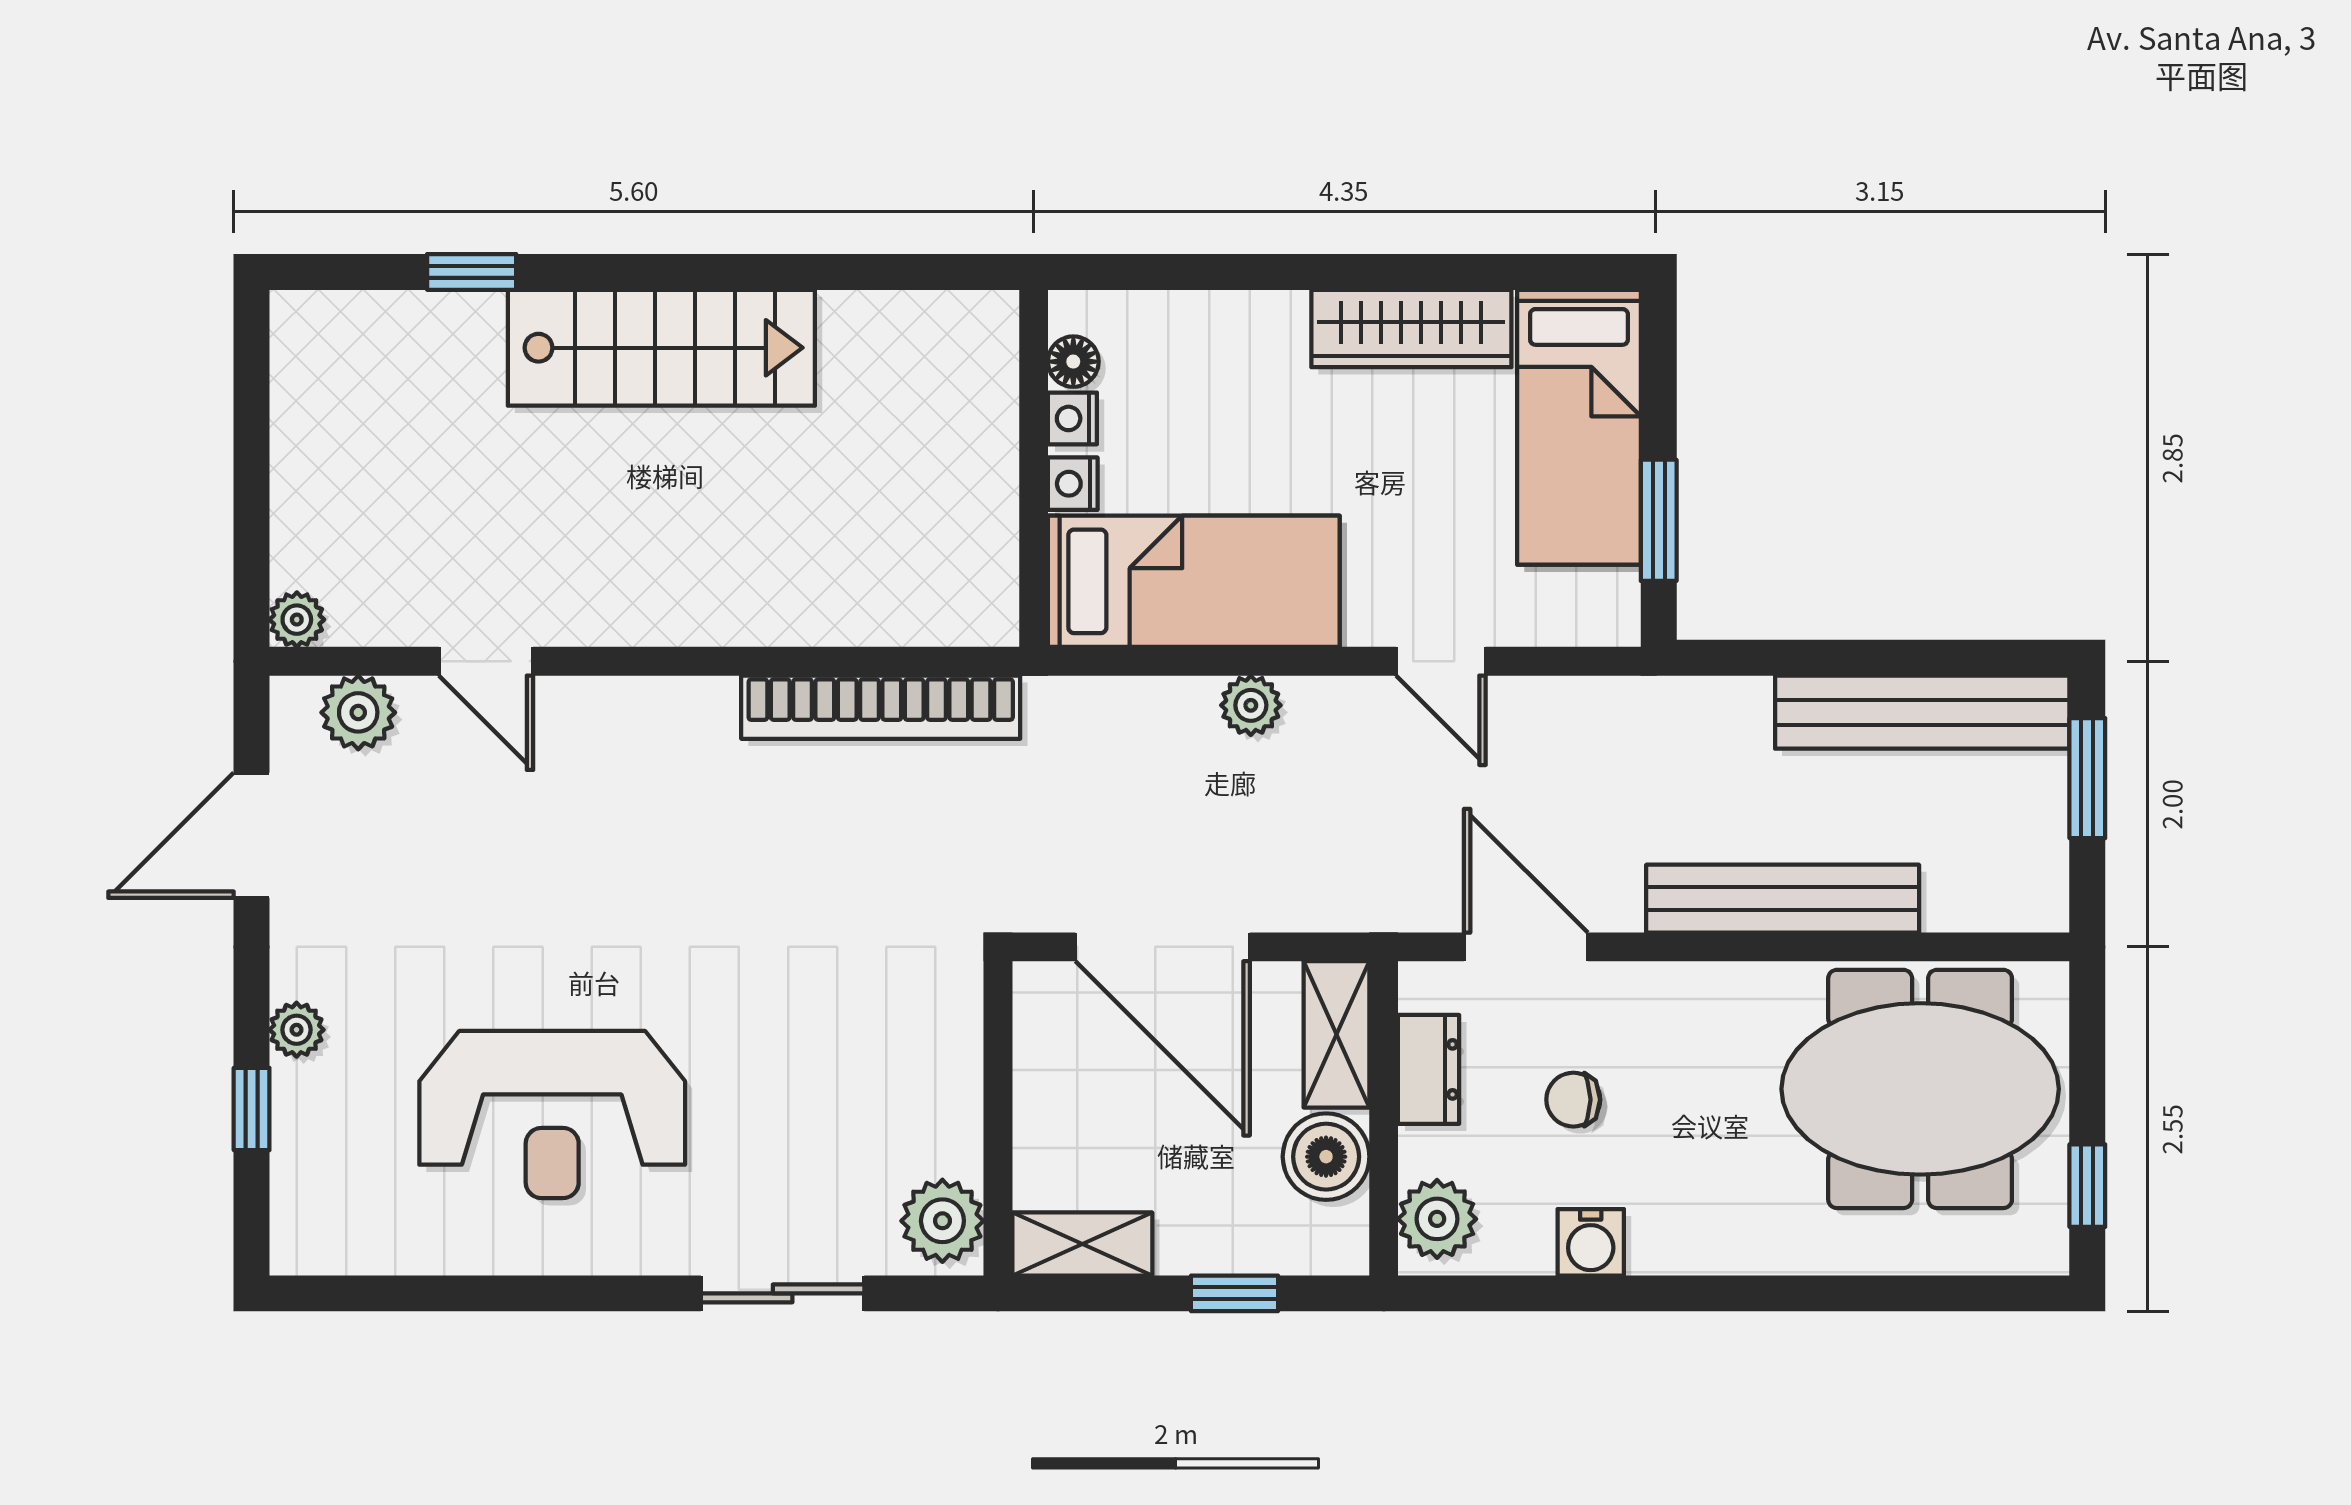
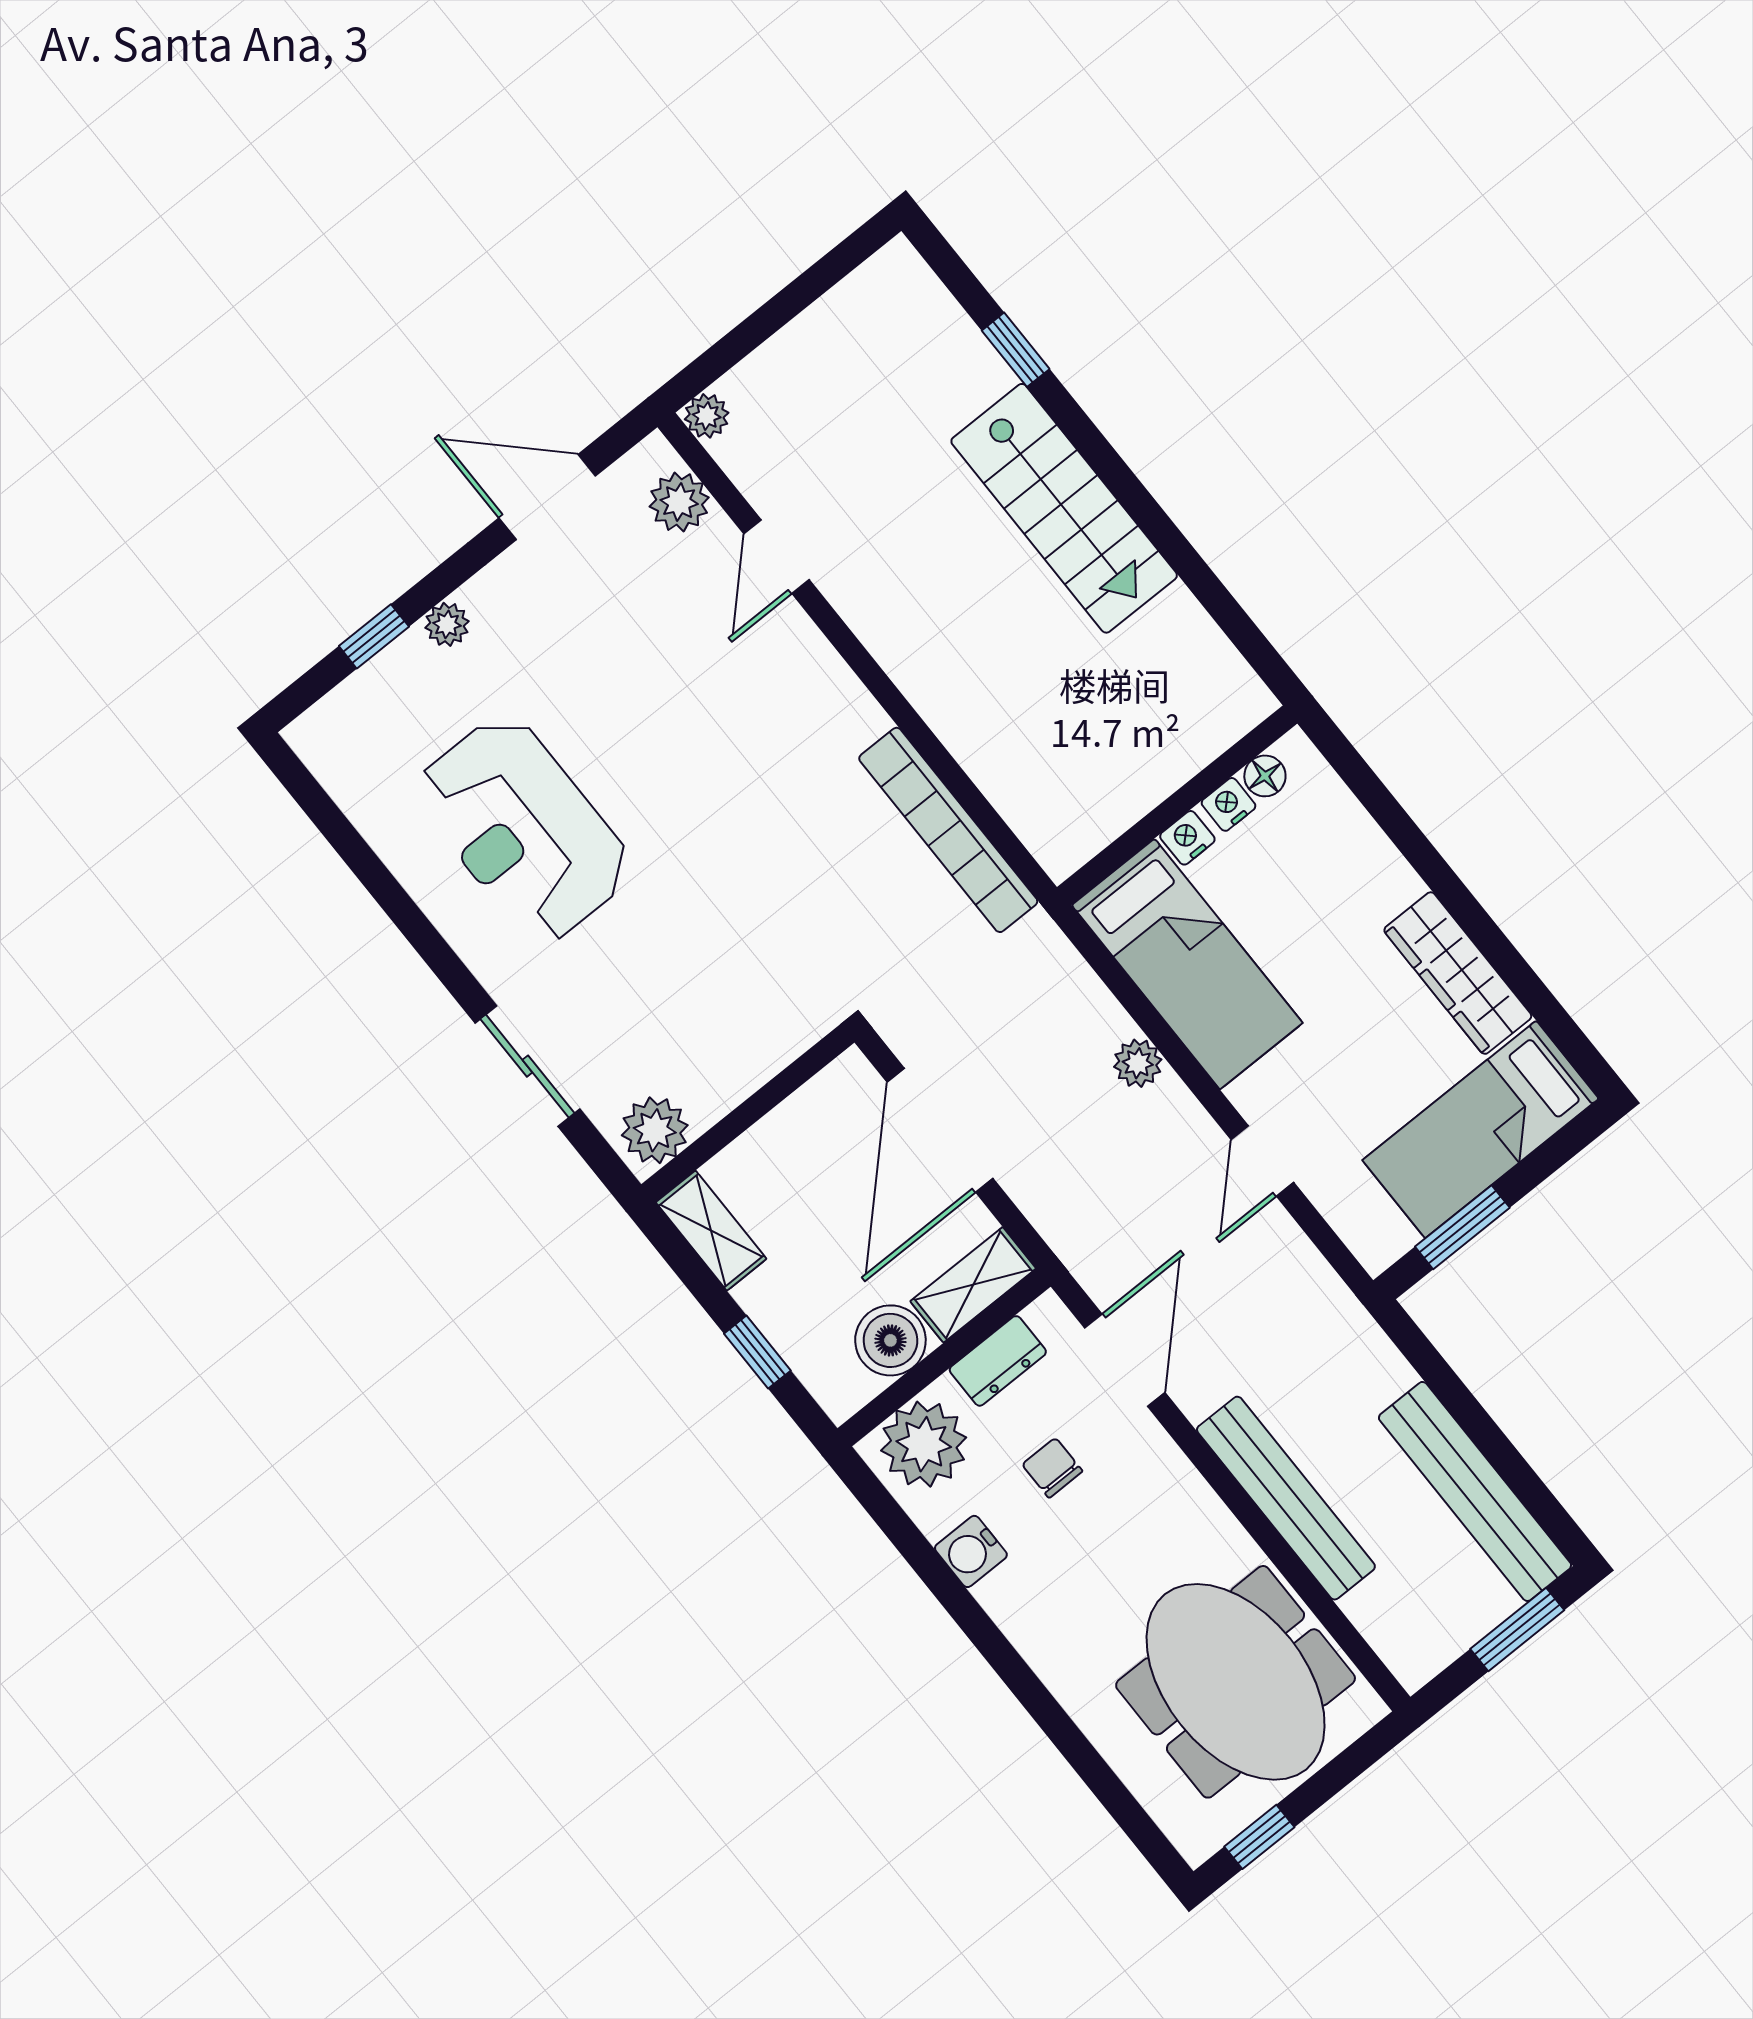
plant: (1437, 1219) -> (924, 1444), width x1.36, depth x1.36

